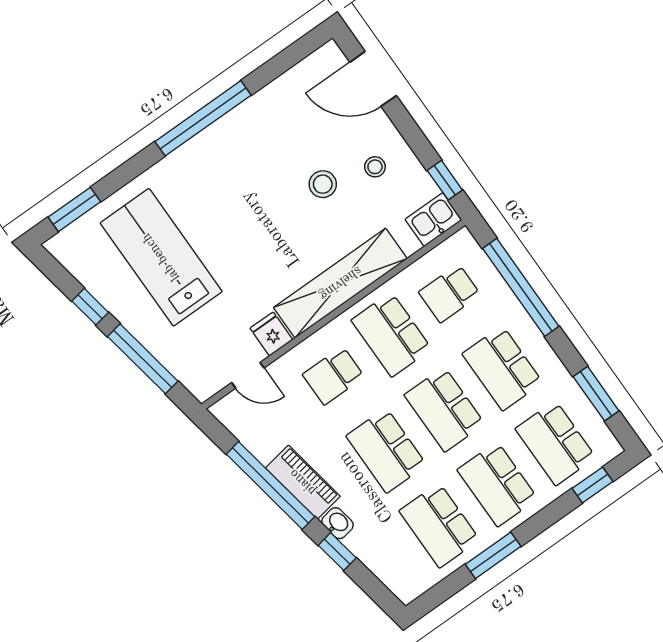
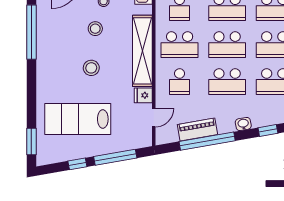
window: (203, 118) -> (31, 32), moved
stool: (257, 222) -> (91, 68), added
piano: (303, 482) -> (197, 130), moved
window: (337, 552) -> (268, 130), moved

